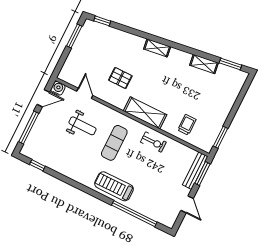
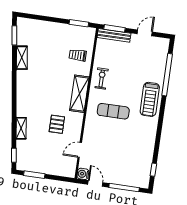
shelving: (157, 48) -> (21, 128), moved
weight bench: (83, 126) -> (108, 143), removed

